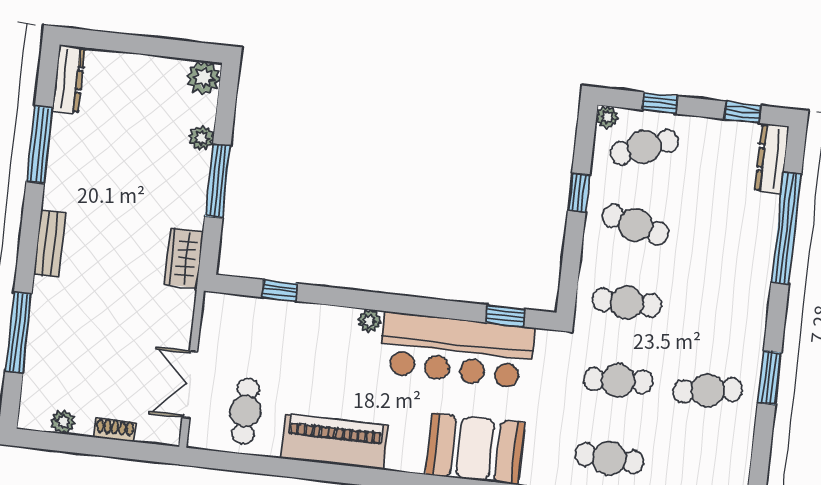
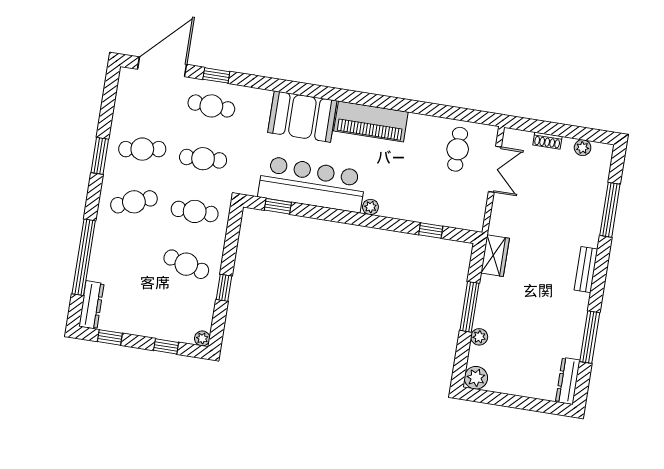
cafe table: (644, 147) -> (134, 202), moved
piano: (335, 442) -> (371, 121), moved

